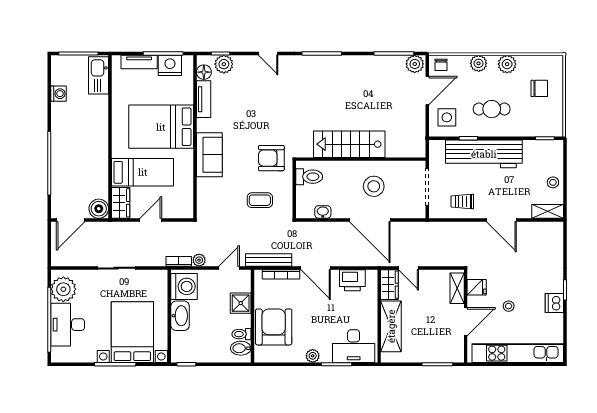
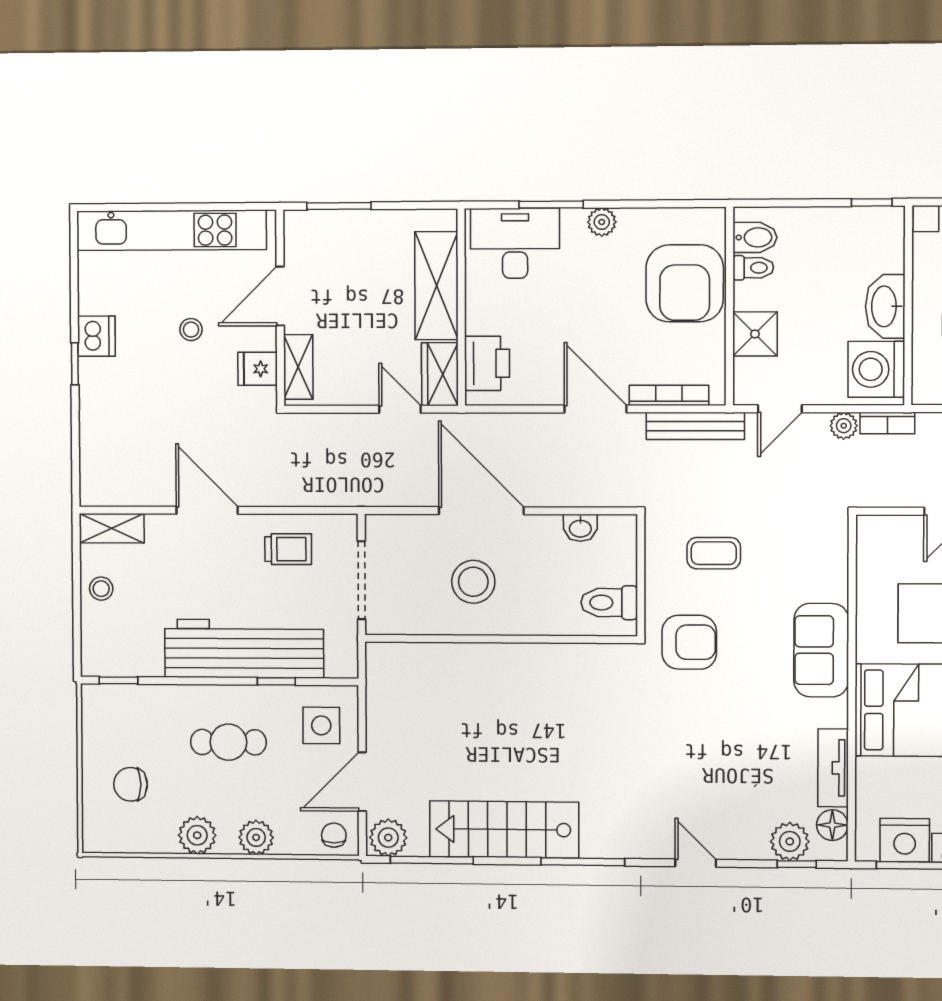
stairs: (349, 144) -> (504, 829), moved, turned 180
printer: (352, 280) -> (487, 363), moved, turned 90

